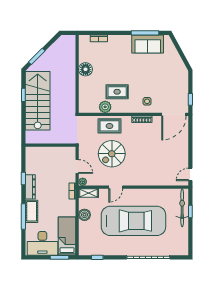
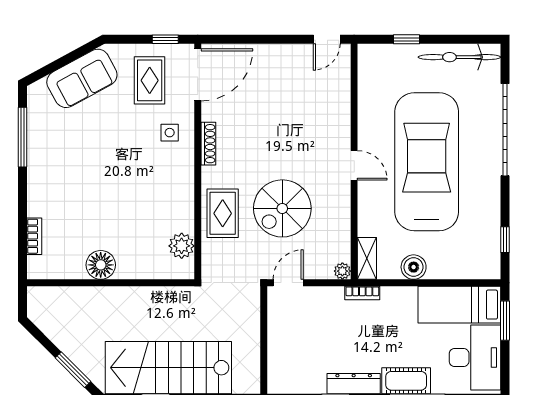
sofa: (148, 44) -> (82, 78), moved, turned 61
rug: (117, 92) -> (150, 80), moved
plant: (105, 107) -> (182, 246), moved
door: (174, 114) -> (198, 75), hinge flipped
spiral stairs: (112, 154) -> (282, 208), turned 90
door: (77, 166) -> (288, 283), moved
door: (190, 174) -> (327, 39), hinge flipped
door: (116, 187) -> (354, 165), moved
bicycle: (182, 208) -> (459, 57), moved

